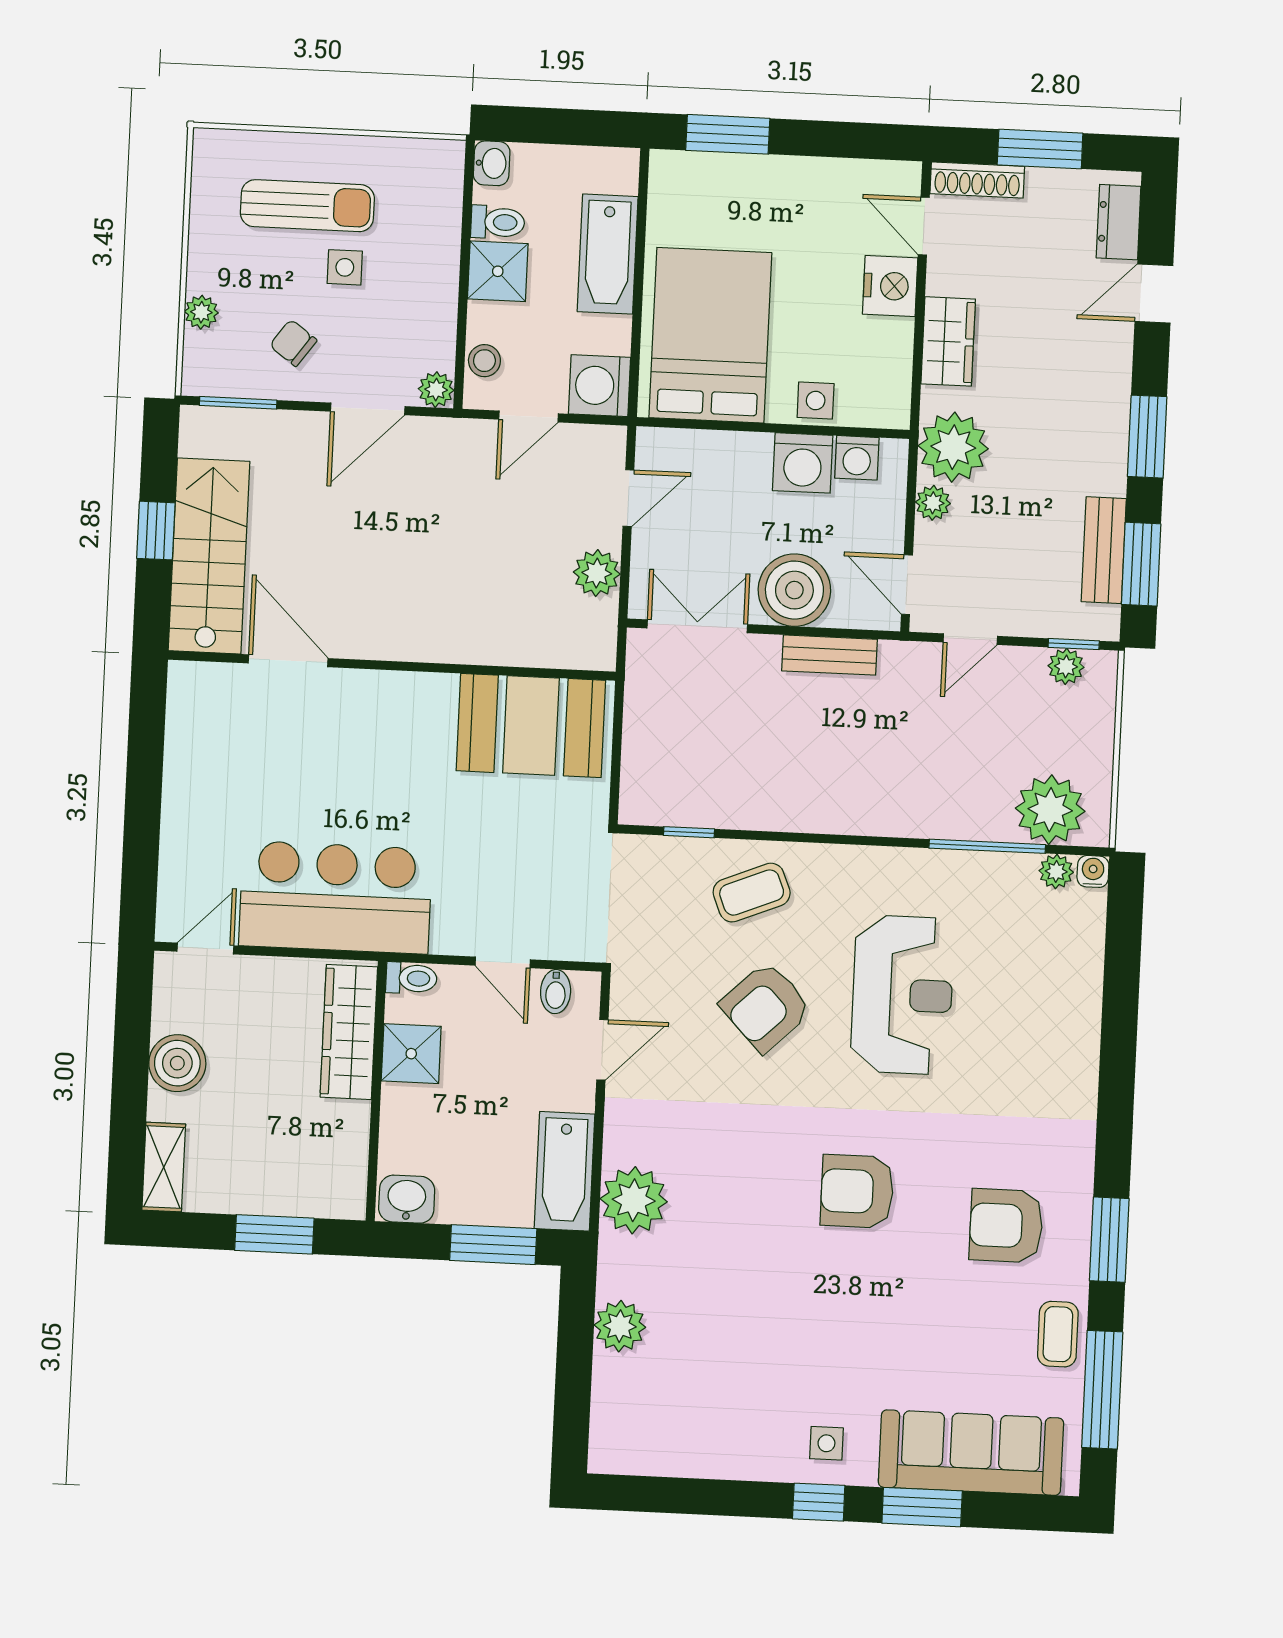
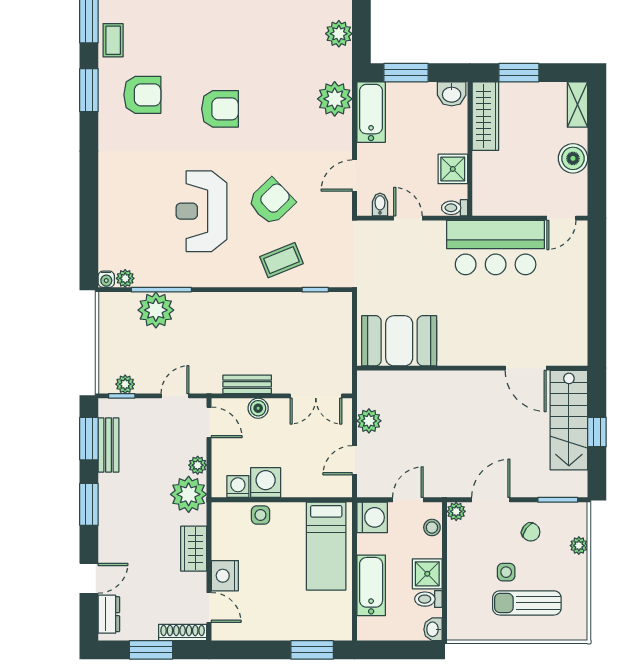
bed: (710, 335) -> (326, 546), width x0.67
boiler: (794, 590) -> (258, 408), width x0.54, depth x0.54
plant: (1050, 810) -> (156, 310), moved
wardrobe: (349, 1032) -> (485, 116), moved

